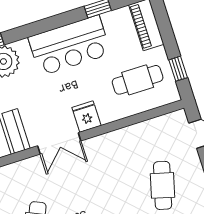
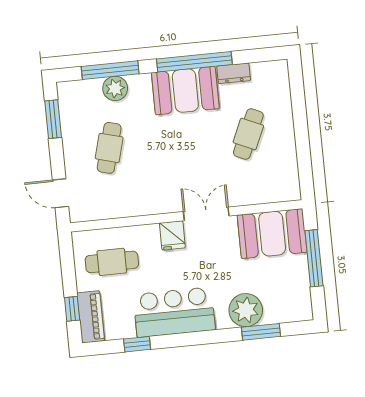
window: (178, 69) -> (72, 309), moved

